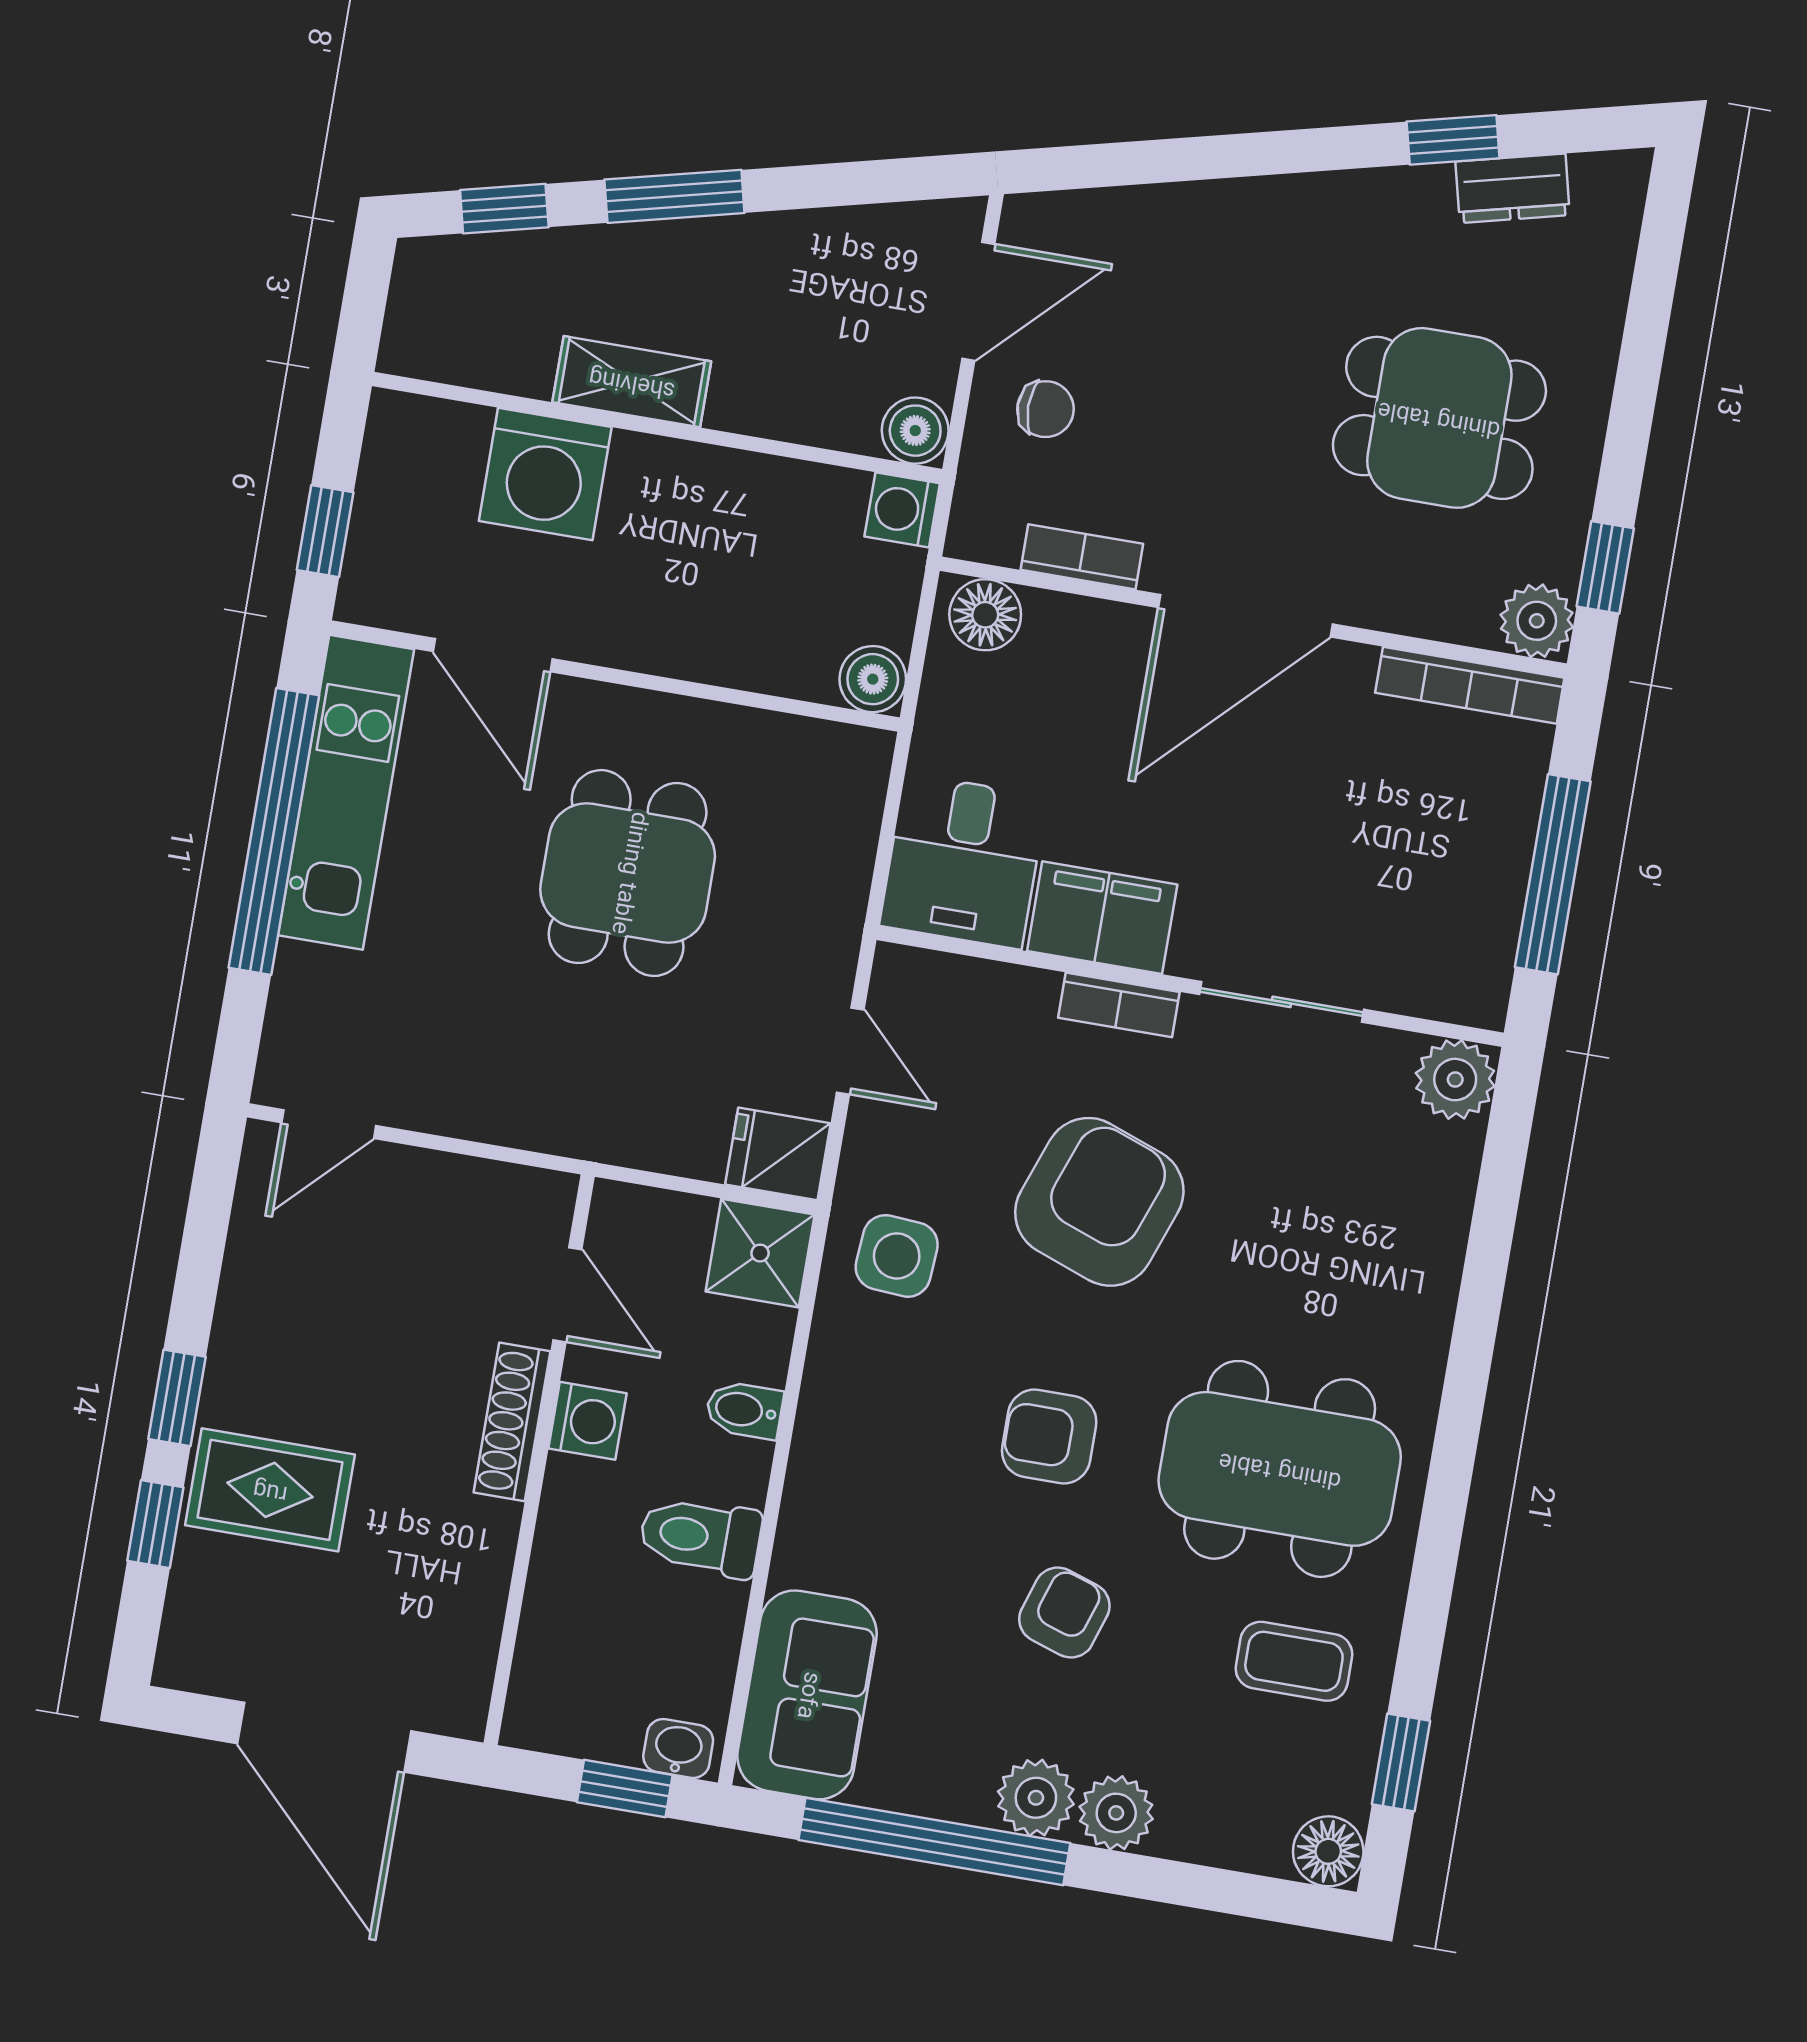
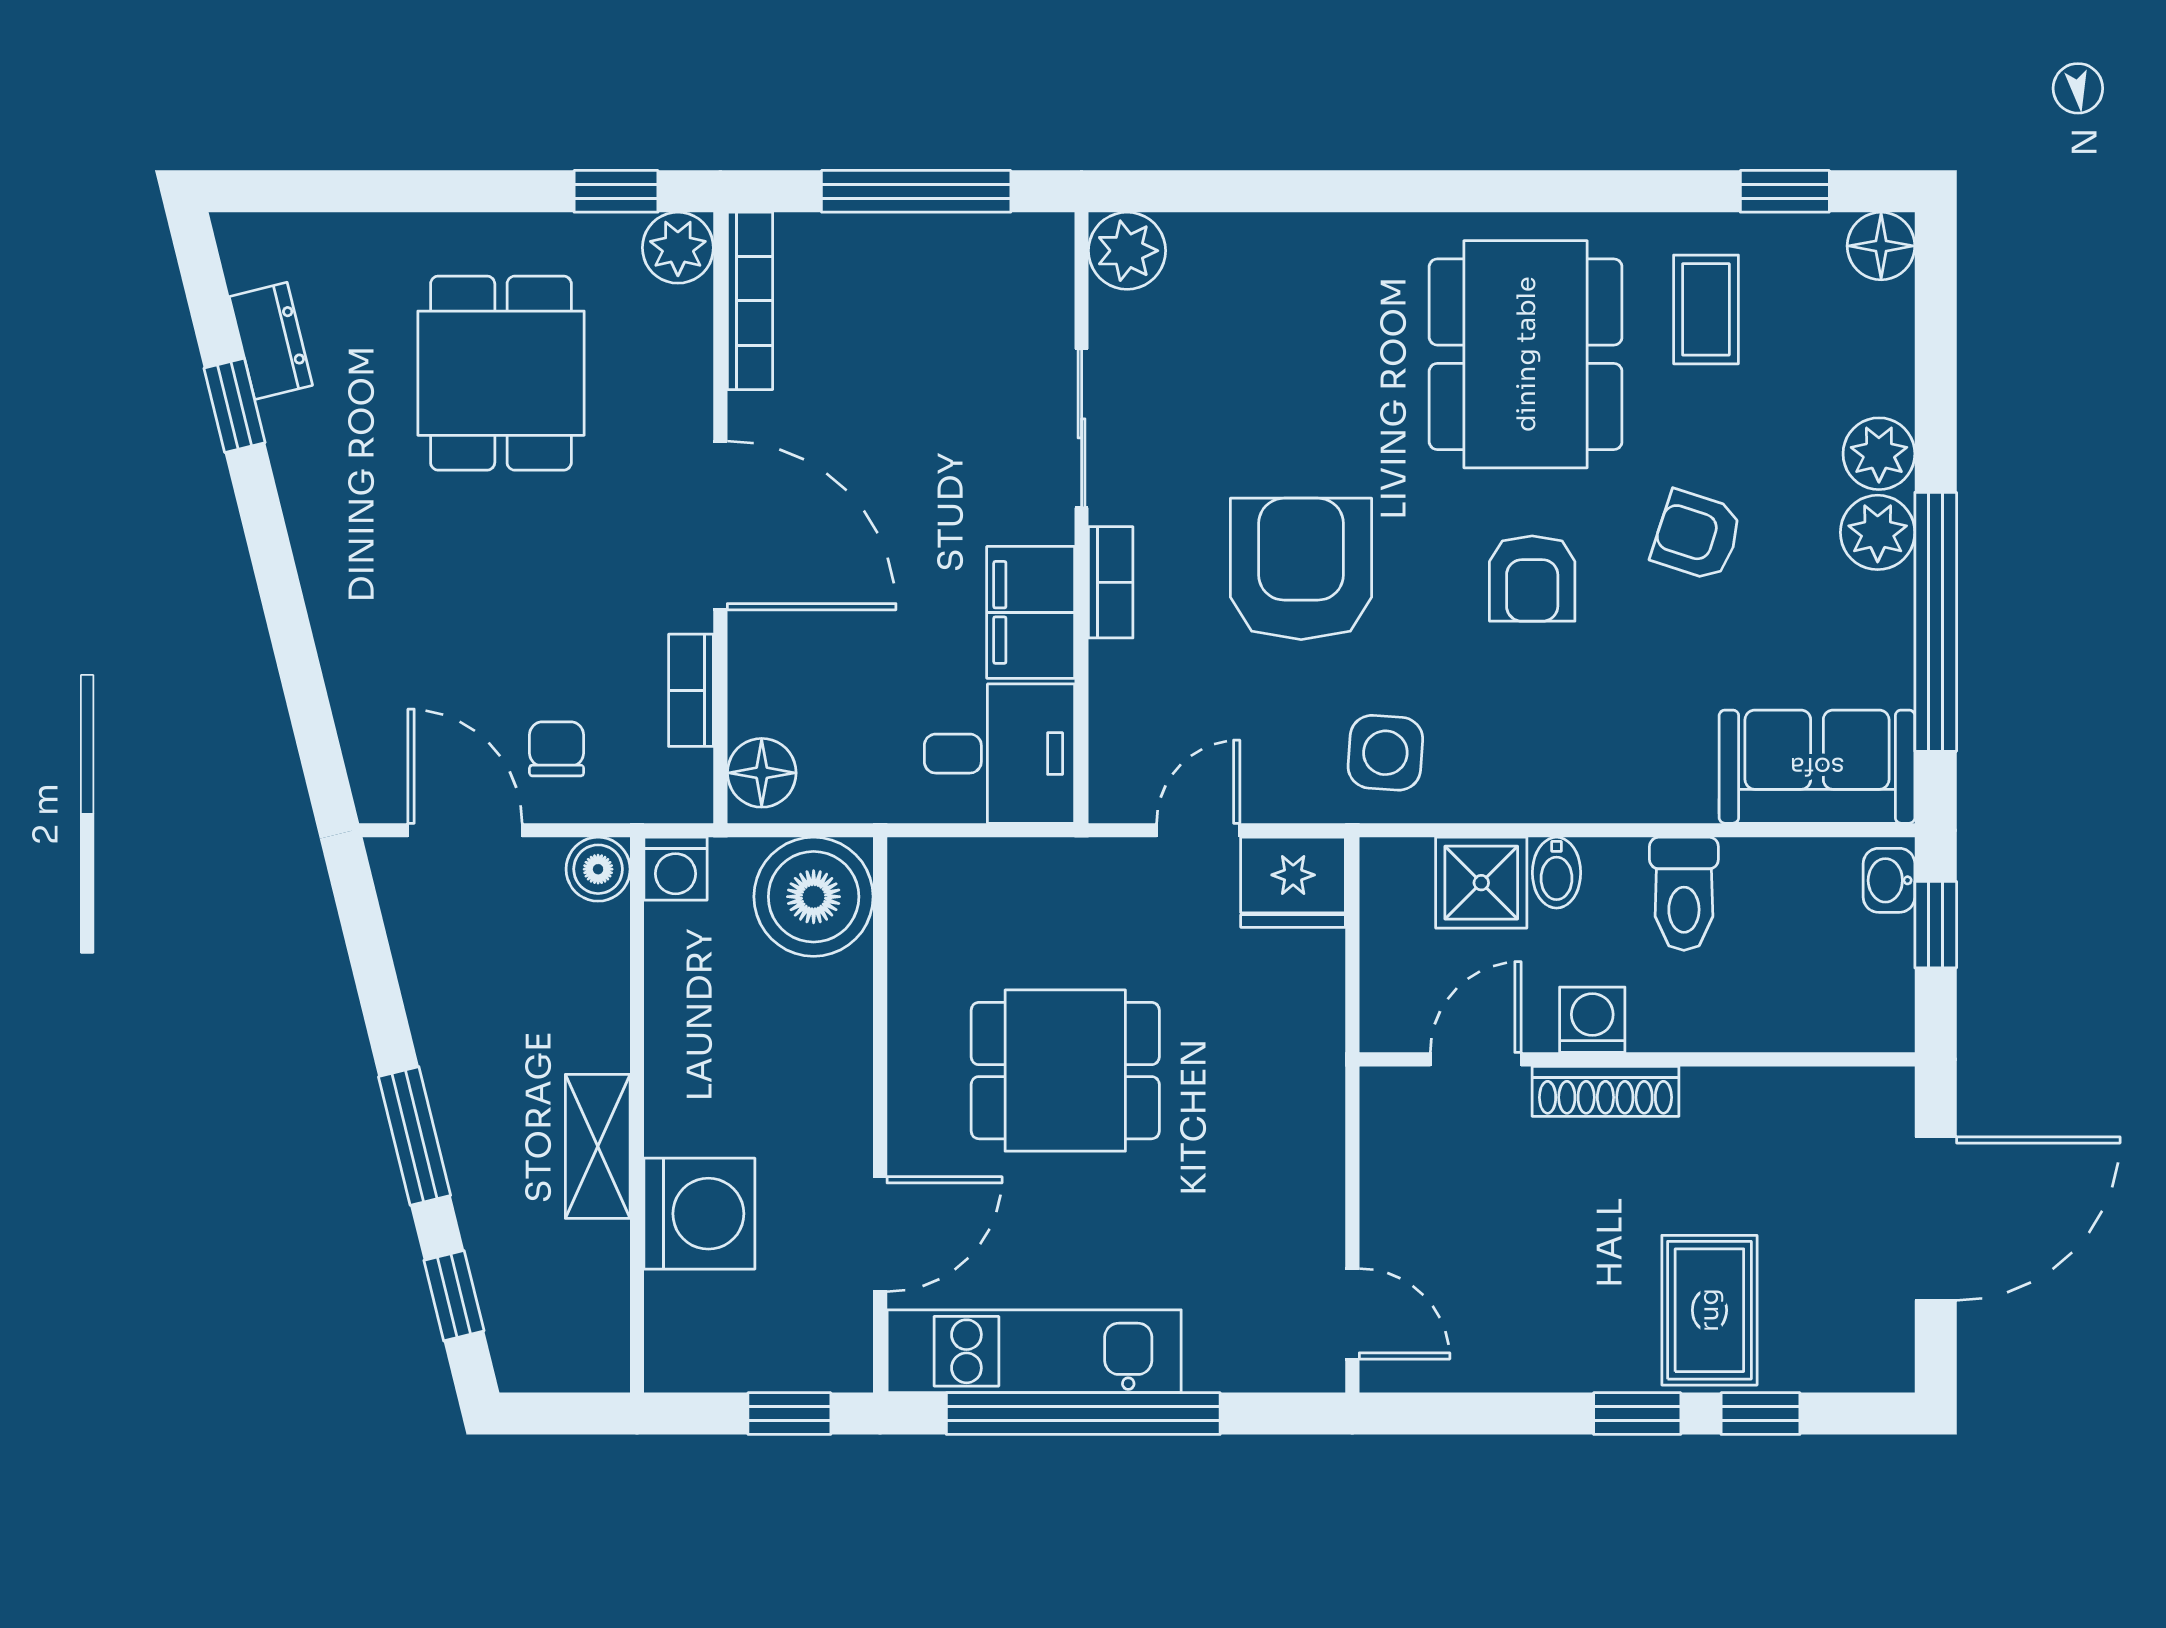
boiler: (873, 679) -> (814, 897), width x1.86, depth x1.86
fridge: (778, 1154) -> (1293, 882), width x1.38
armchair: (1099, 1202) -> (1301, 569), turned 70
shower: (760, 1253) -> (1481, 883), moved

